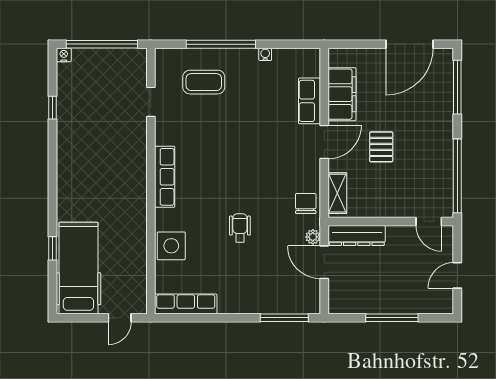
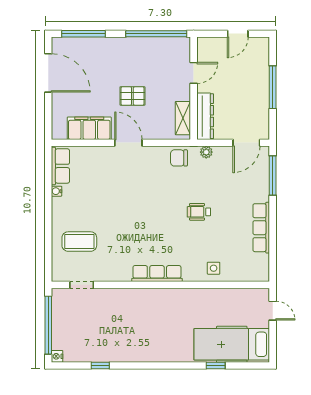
window: (221, 44) -> (48, 228), removed
coffee table: (204, 82) -> (79, 242), turned 90
row of seats: (309, 101) -> (60, 166), moved, turned -90
doorway: (151, 102) -> (82, 285), moved
shelving: (337, 193) -> (183, 118), moved, turned 90
door: (429, 221) -> (194, 73), moved
side table: (171, 246) -> (214, 268), width x0.54, depth x0.54
door: (324, 262) -> (246, 143), moved
door: (457, 275) -> (238, 34), hinge flipped
row of seats: (186, 304) -> (261, 228), moved

